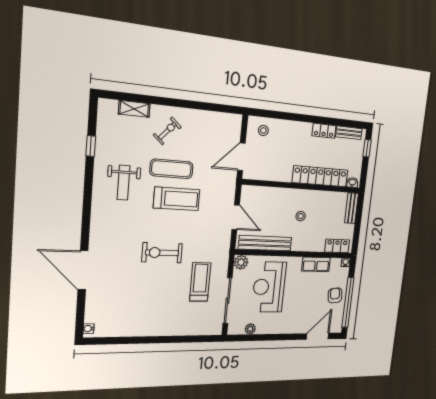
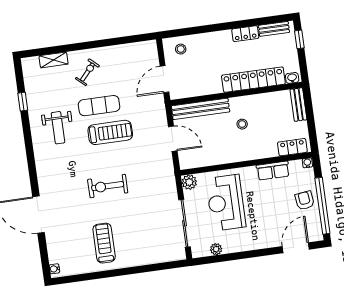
bench: (265, 243) -> (200, 109), moved
treadmill: (200, 282) -> (104, 243), moved

